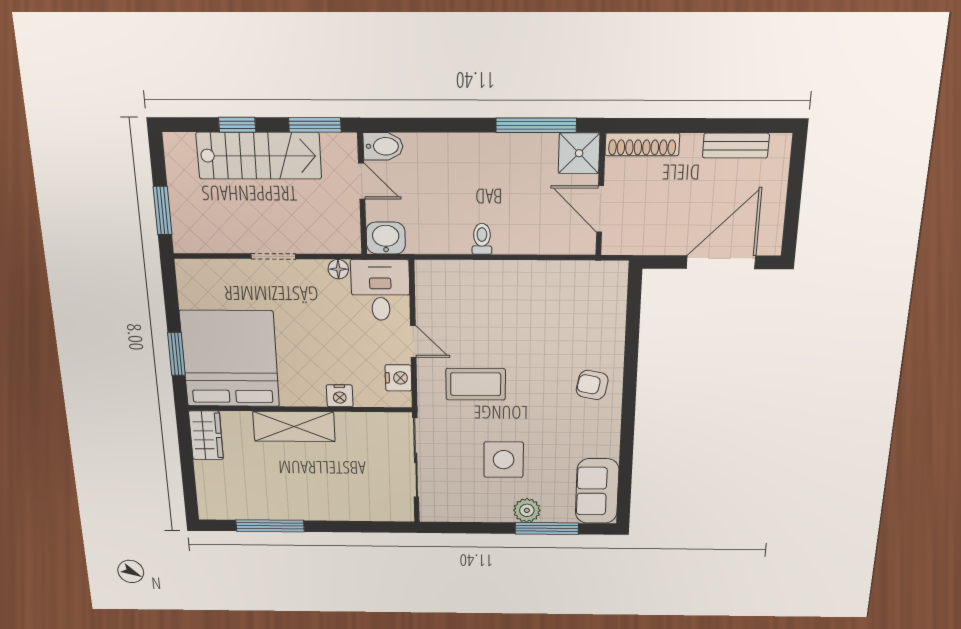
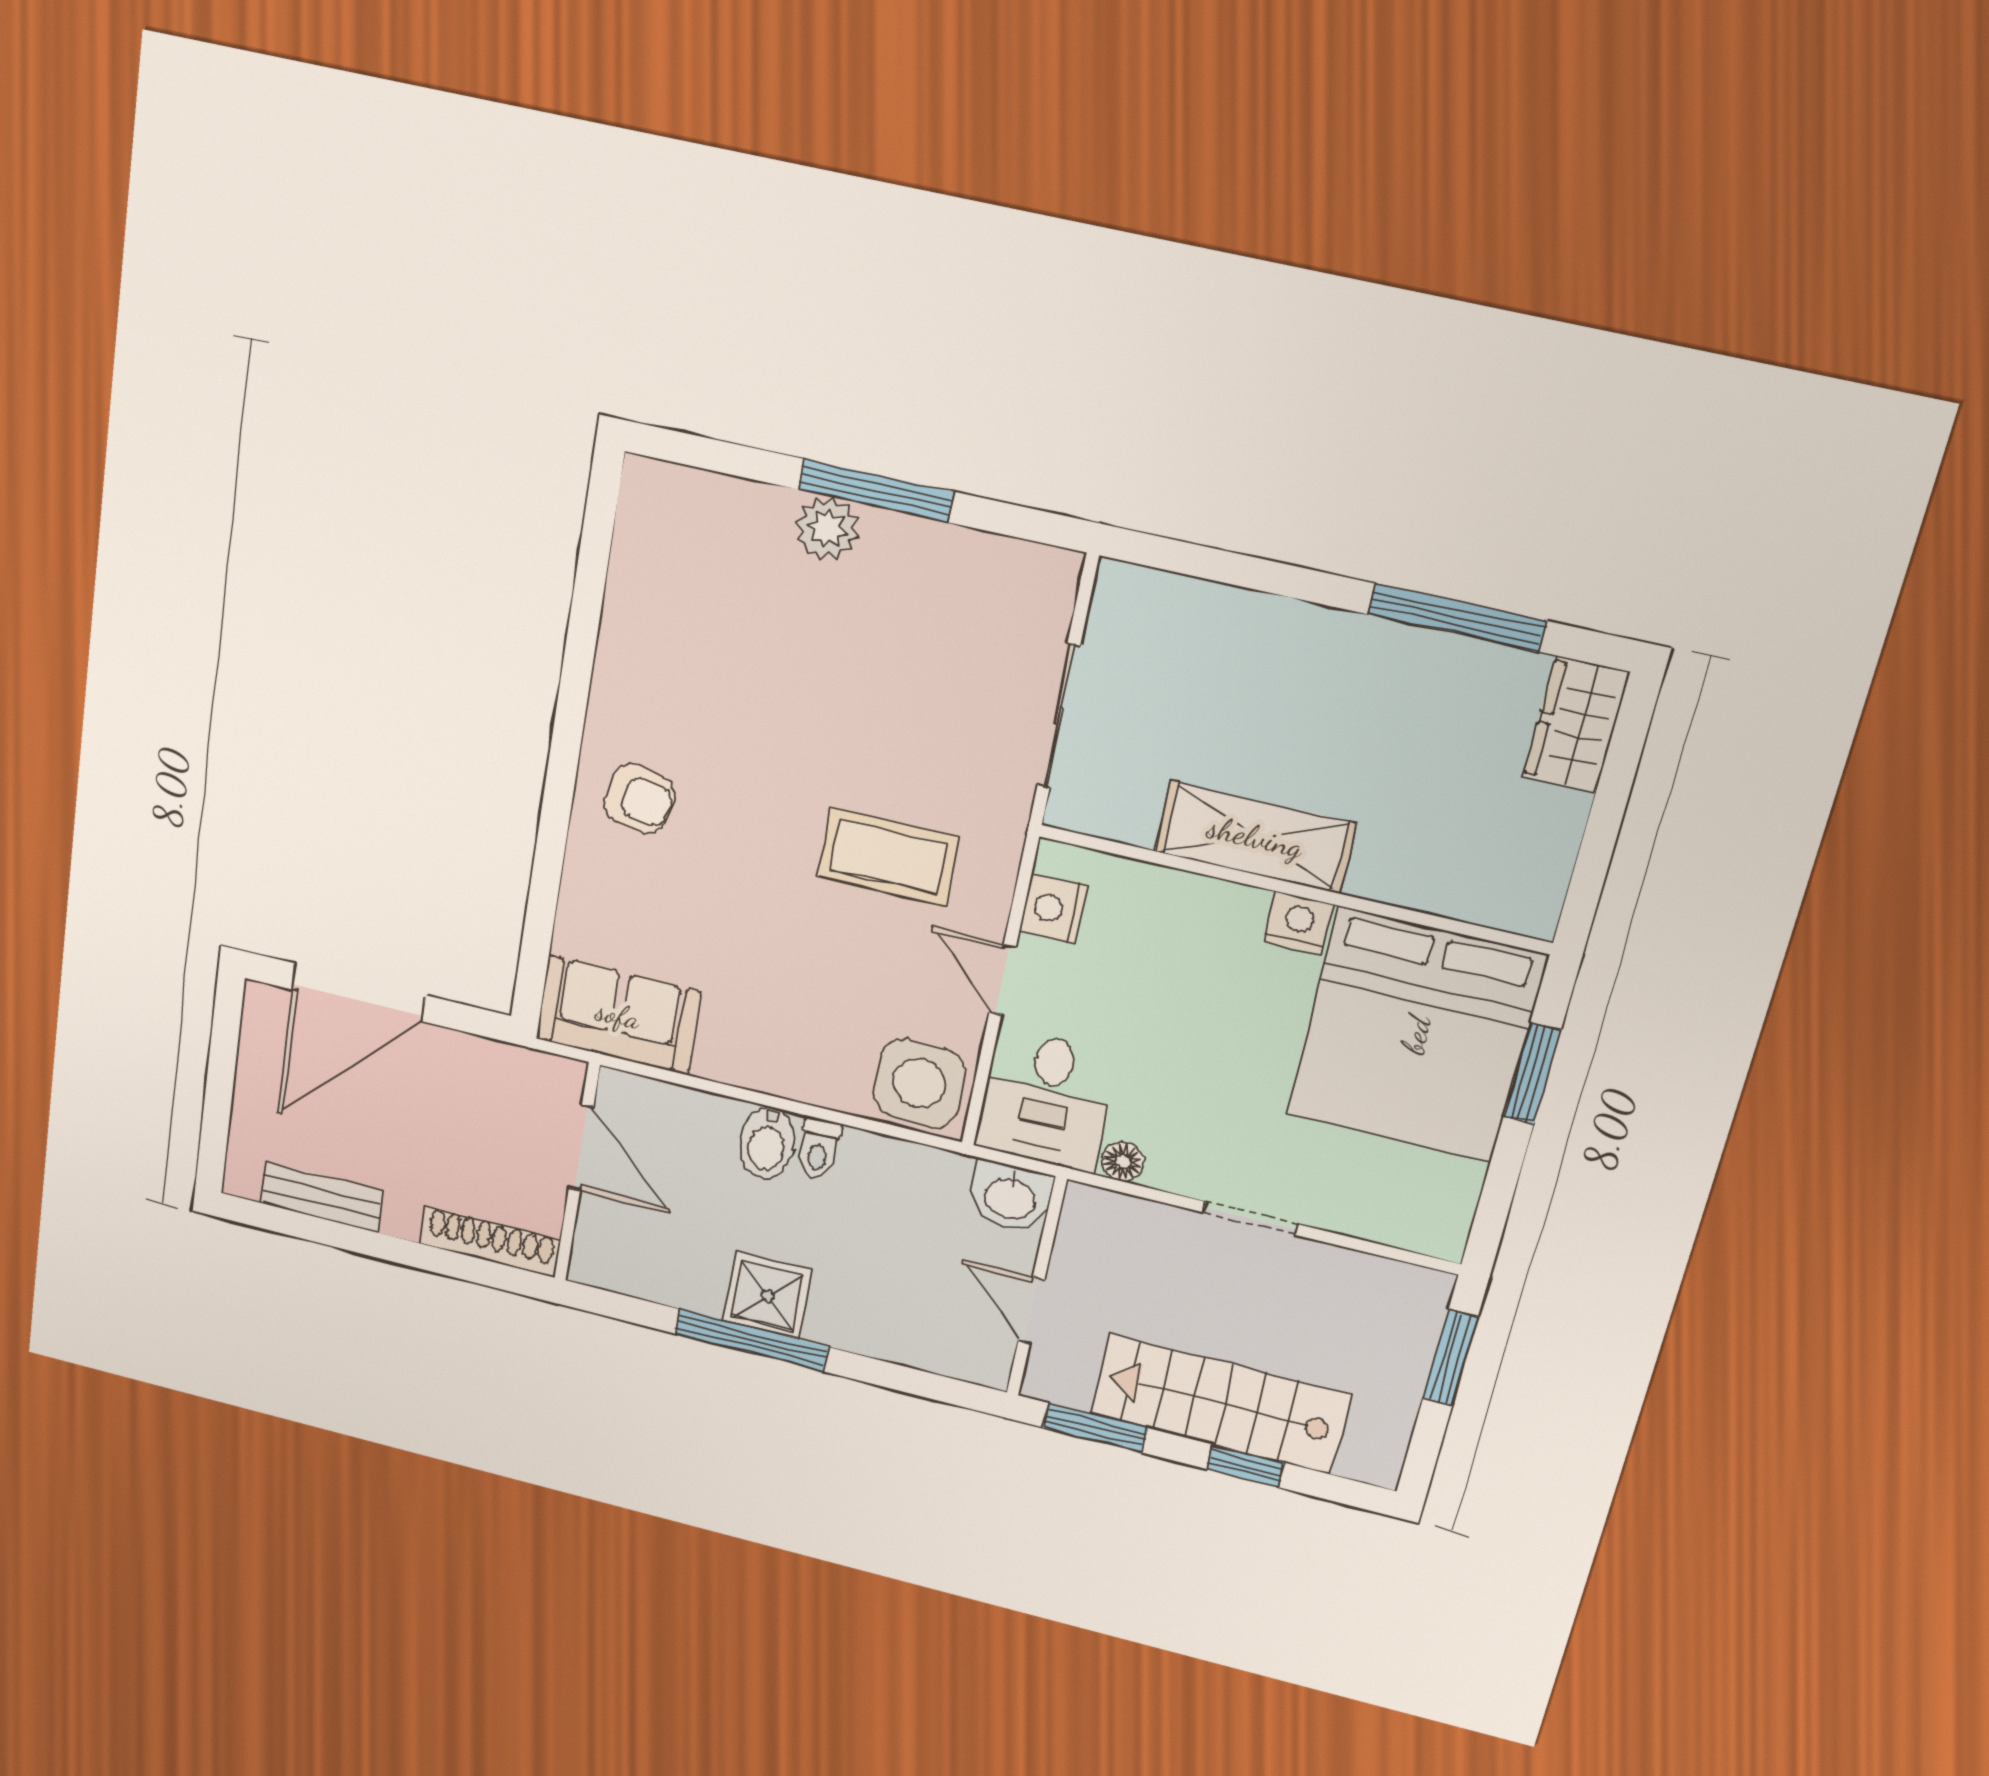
window: (536, 125) -> (751, 1340), moved
bidet: (383, 146) -> (767, 1143), moved, turned -90
shower: (579, 153) -> (767, 1296), moved
nightstand: (340, 396) -> (1299, 923), moved
shelving: (294, 426) -> (1255, 837), moved
wardrobe: (206, 435) -> (1576, 725), moved
sliding door: (416, 458) -> (1059, 716), width x0.73
side table: (504, 460) -> (919, 1083), moved
sofa: (597, 491) -> (618, 1015), moved, turned -90
window: (547, 528) -> (875, 490), moved

